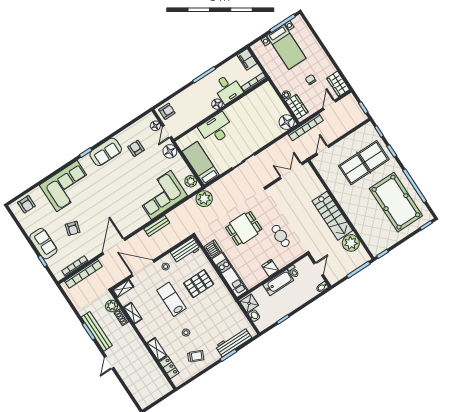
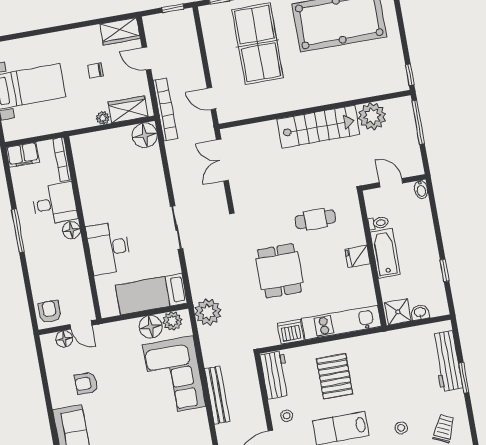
floor lamp: (170, 151) -> (151, 327), moved
bench: (157, 226) -> (217, 395), width x1.36

